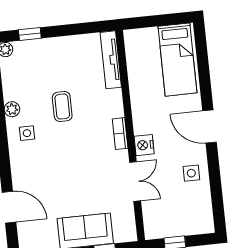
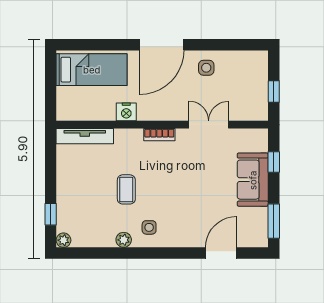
coffee table: (62, 106) -> (126, 189), turned 90
door: (209, 127) -> (162, 45), width x1.36
nightstand: (144, 145) -> (126, 112), moved

